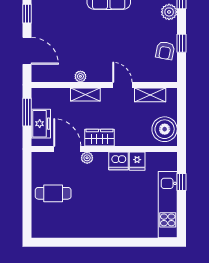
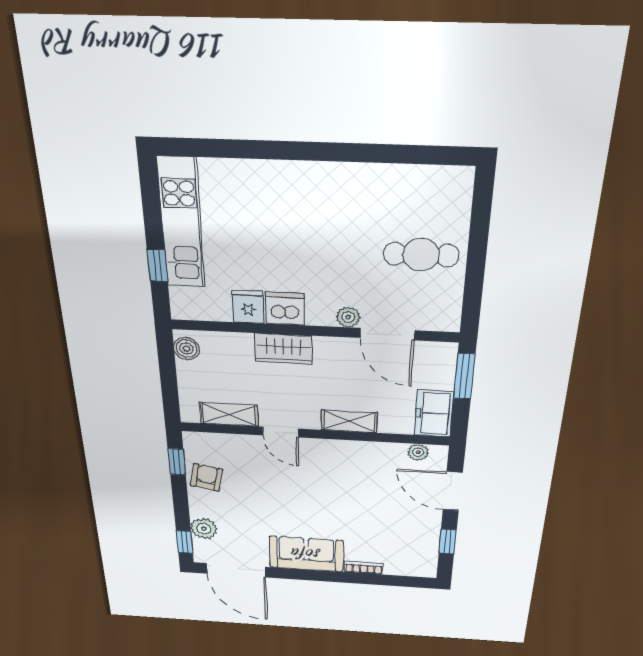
window: (181, 43) -> (177, 462), moved
plant: (80, 76) -> (418, 452), moved
window: (27, 112) -> (464, 376), moved
freezer: (41, 124) -> (434, 413), moved
boiler: (165, 129) -> (187, 349), width x0.54, depth x0.54
wardrobe: (100, 138) -> (283, 349), moved

